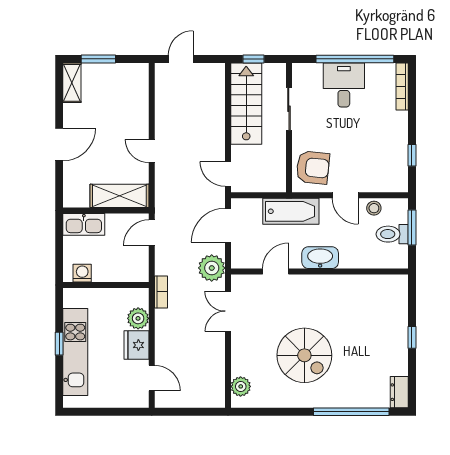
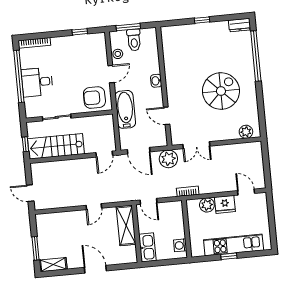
armchair: (313, 167) -> (94, 98), turned -96
washbasin: (320, 258) -> (156, 81), width x0.52, depth x0.69
door: (152, 378) -> (246, 192), hinge flipped

